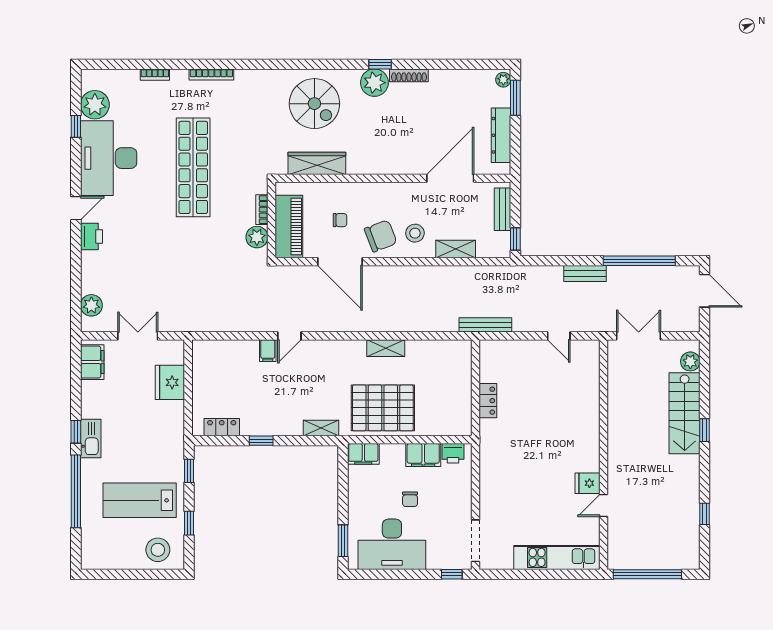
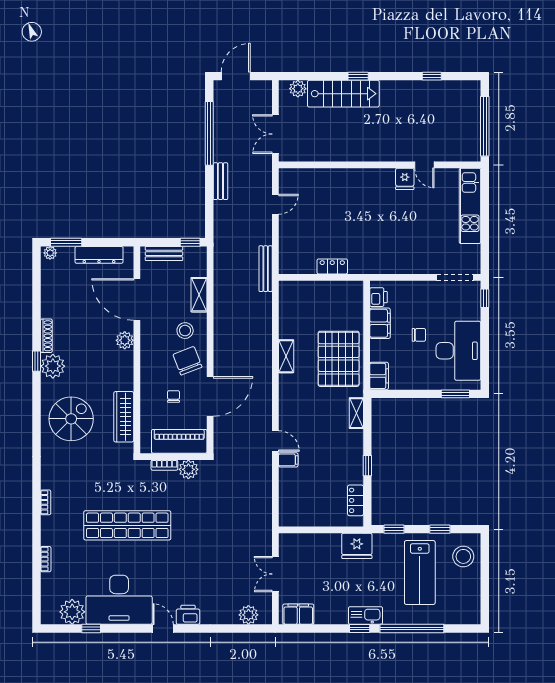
bookcase: (211, 75) -> (46, 502), width x0.64
plant: (404, 165) -> (125, 340), added
fridge: (170, 382) -> (357, 546), moved

